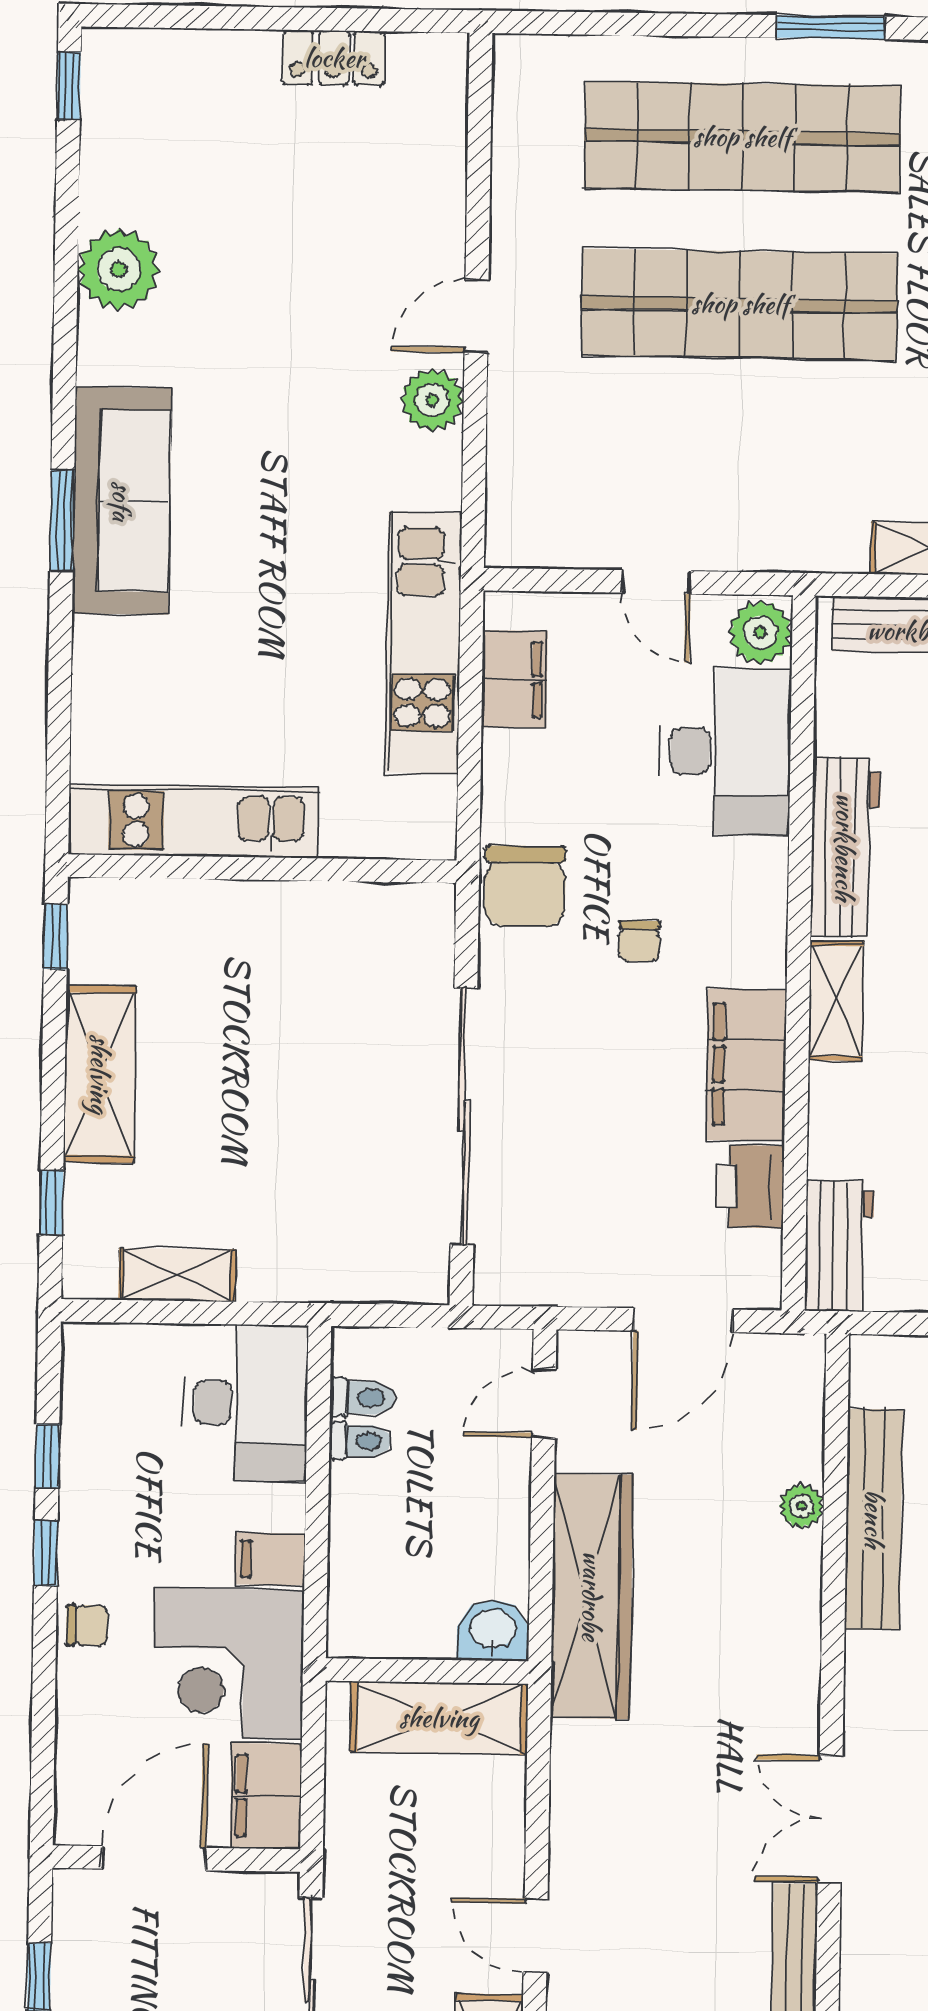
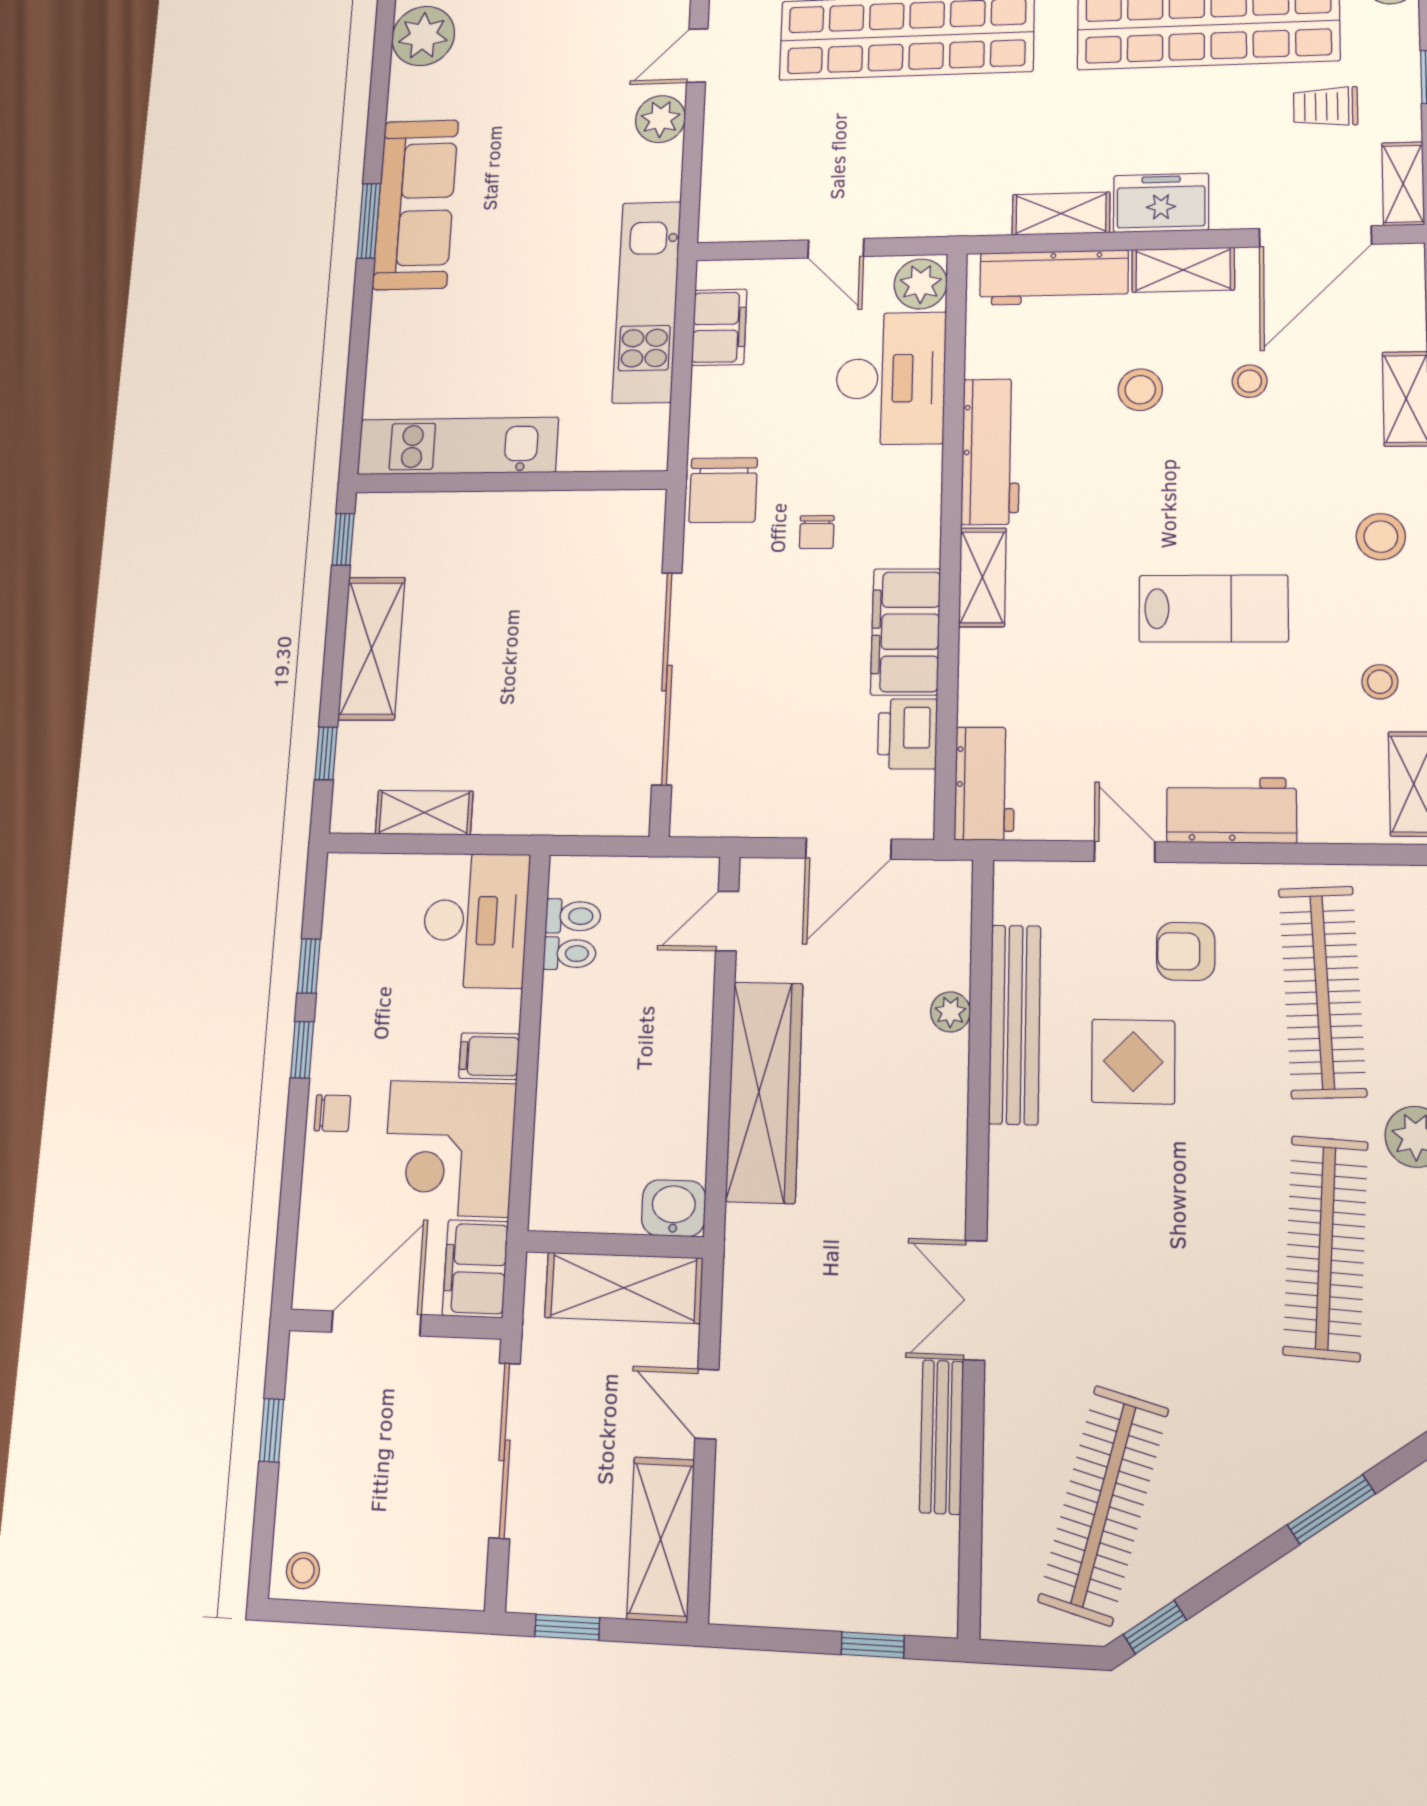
washbasin: (493, 1630) -> (674, 1208), moved
wall: (427, 1671) -> (615, 1244), moved
shelving: (439, 1718) -> (624, 1288), moved

